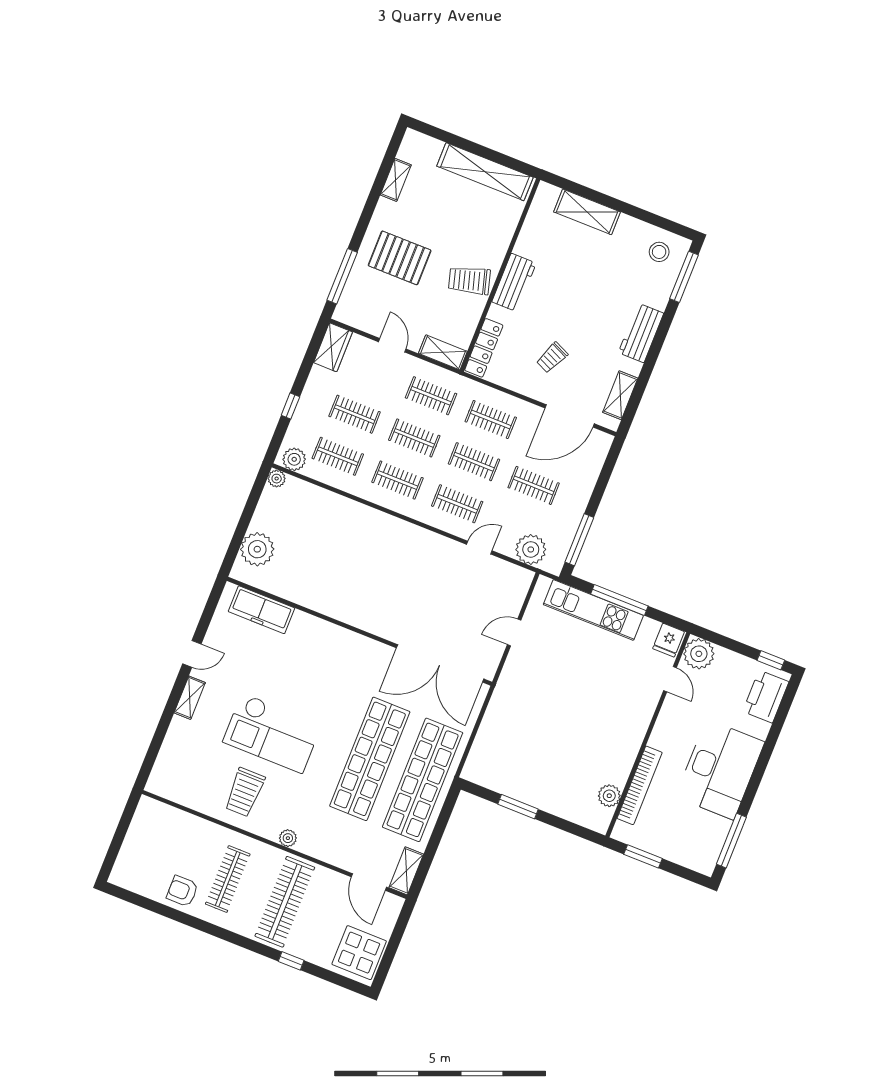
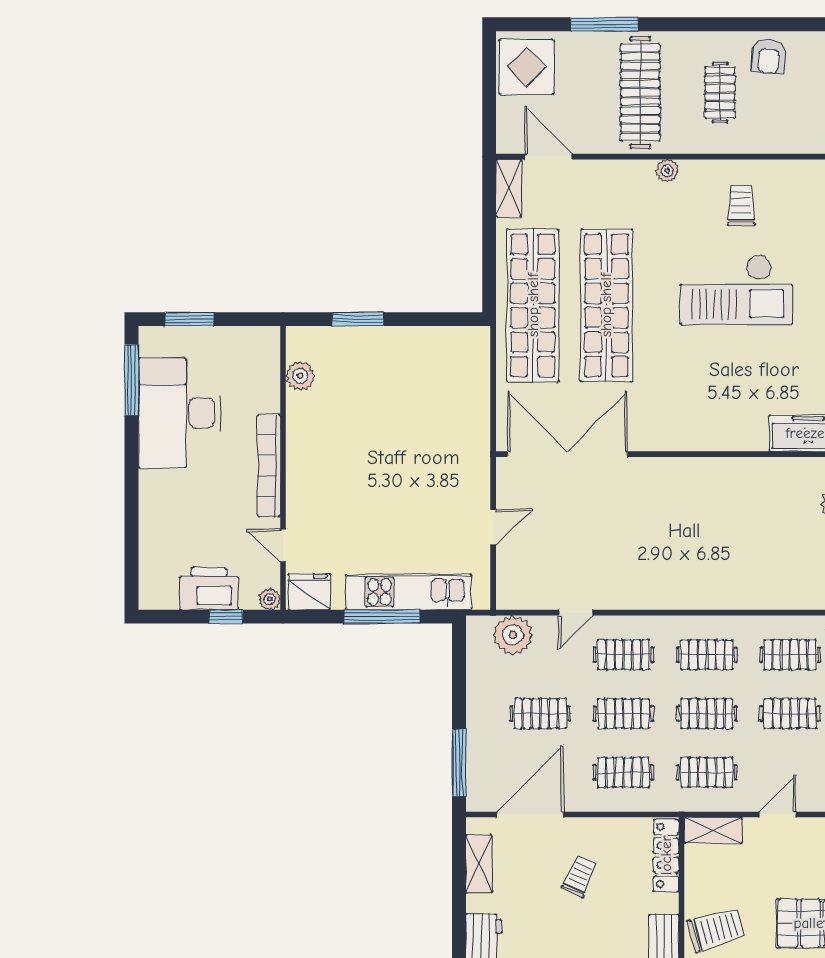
door: (392, 345) -> (778, 815), swing flipped
window: (579, 540) -> (459, 763), moved
fridge: (669, 640) -> (309, 592), width x1.38
plant: (699, 654) -> (270, 599), width x0.53, depth x0.53
window: (771, 660) -> (226, 617), moved
printer: (766, 697) -> (209, 589), moved, turned -90
checkout: (272, 733) -> (736, 290), turned 180
desk: (720, 769) -> (179, 413), moved
bookcase: (640, 785) -> (269, 466), moved
trolley: (245, 792) -> (741, 205), width x0.73, depth x0.72
window: (518, 807) -> (358, 319), moved
window: (643, 856) -> (189, 319), moved
clothes rail: (228, 879) -> (720, 93), width x0.73
armchair: (182, 891) -> (769, 56), turned 95
window: (291, 961) -> (604, 24), width x2.17

